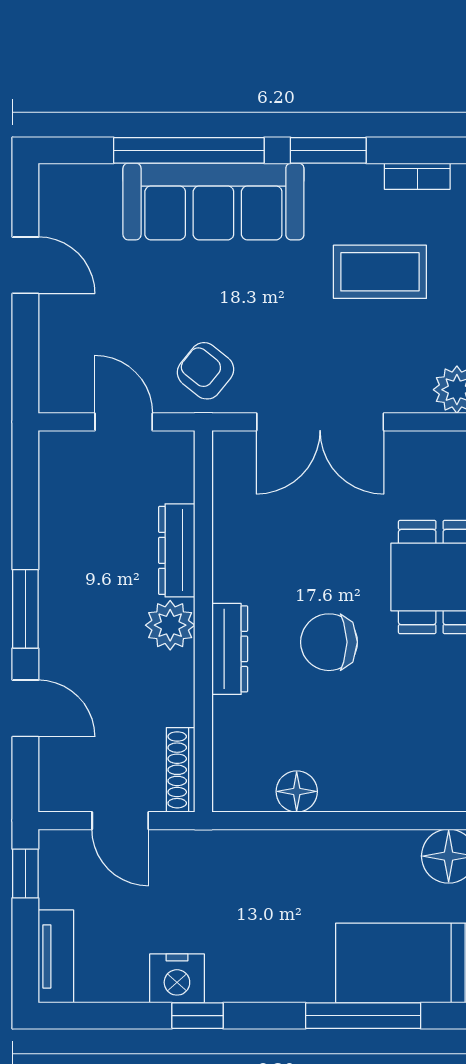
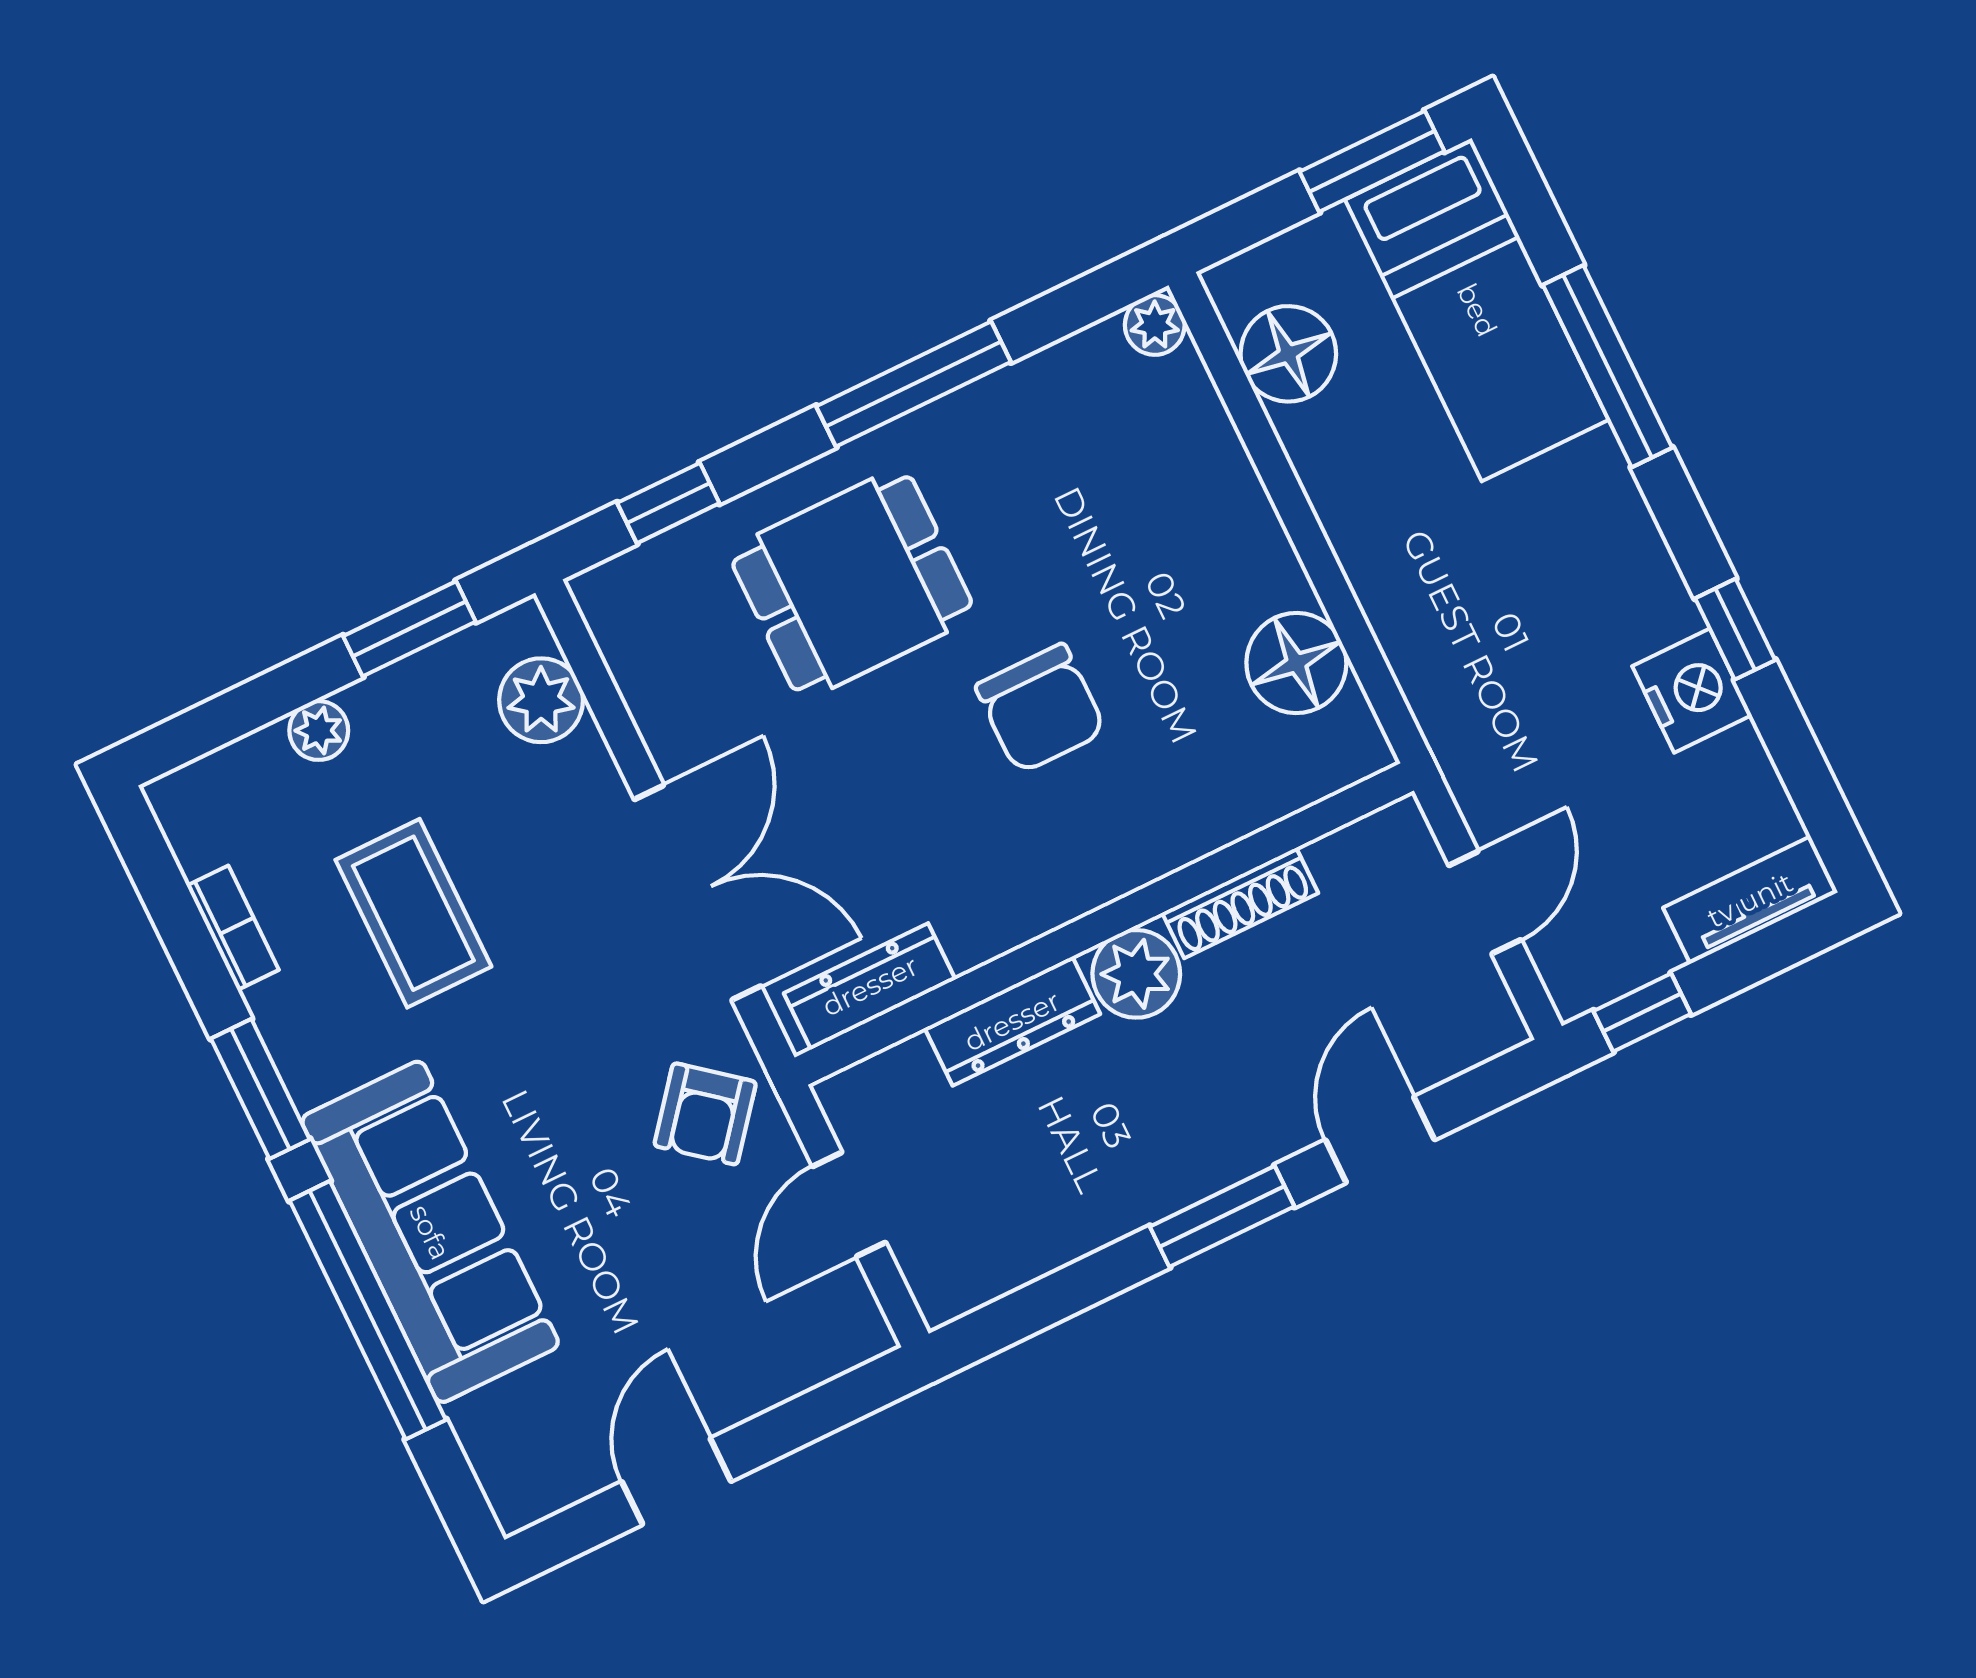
dresser: (230, 649) -> (870, 986), moved
shoe rack: (181, 770) -> (1240, 903), moved
floor lamp: (297, 791) -> (1296, 663), width x1.38, depth x1.38

